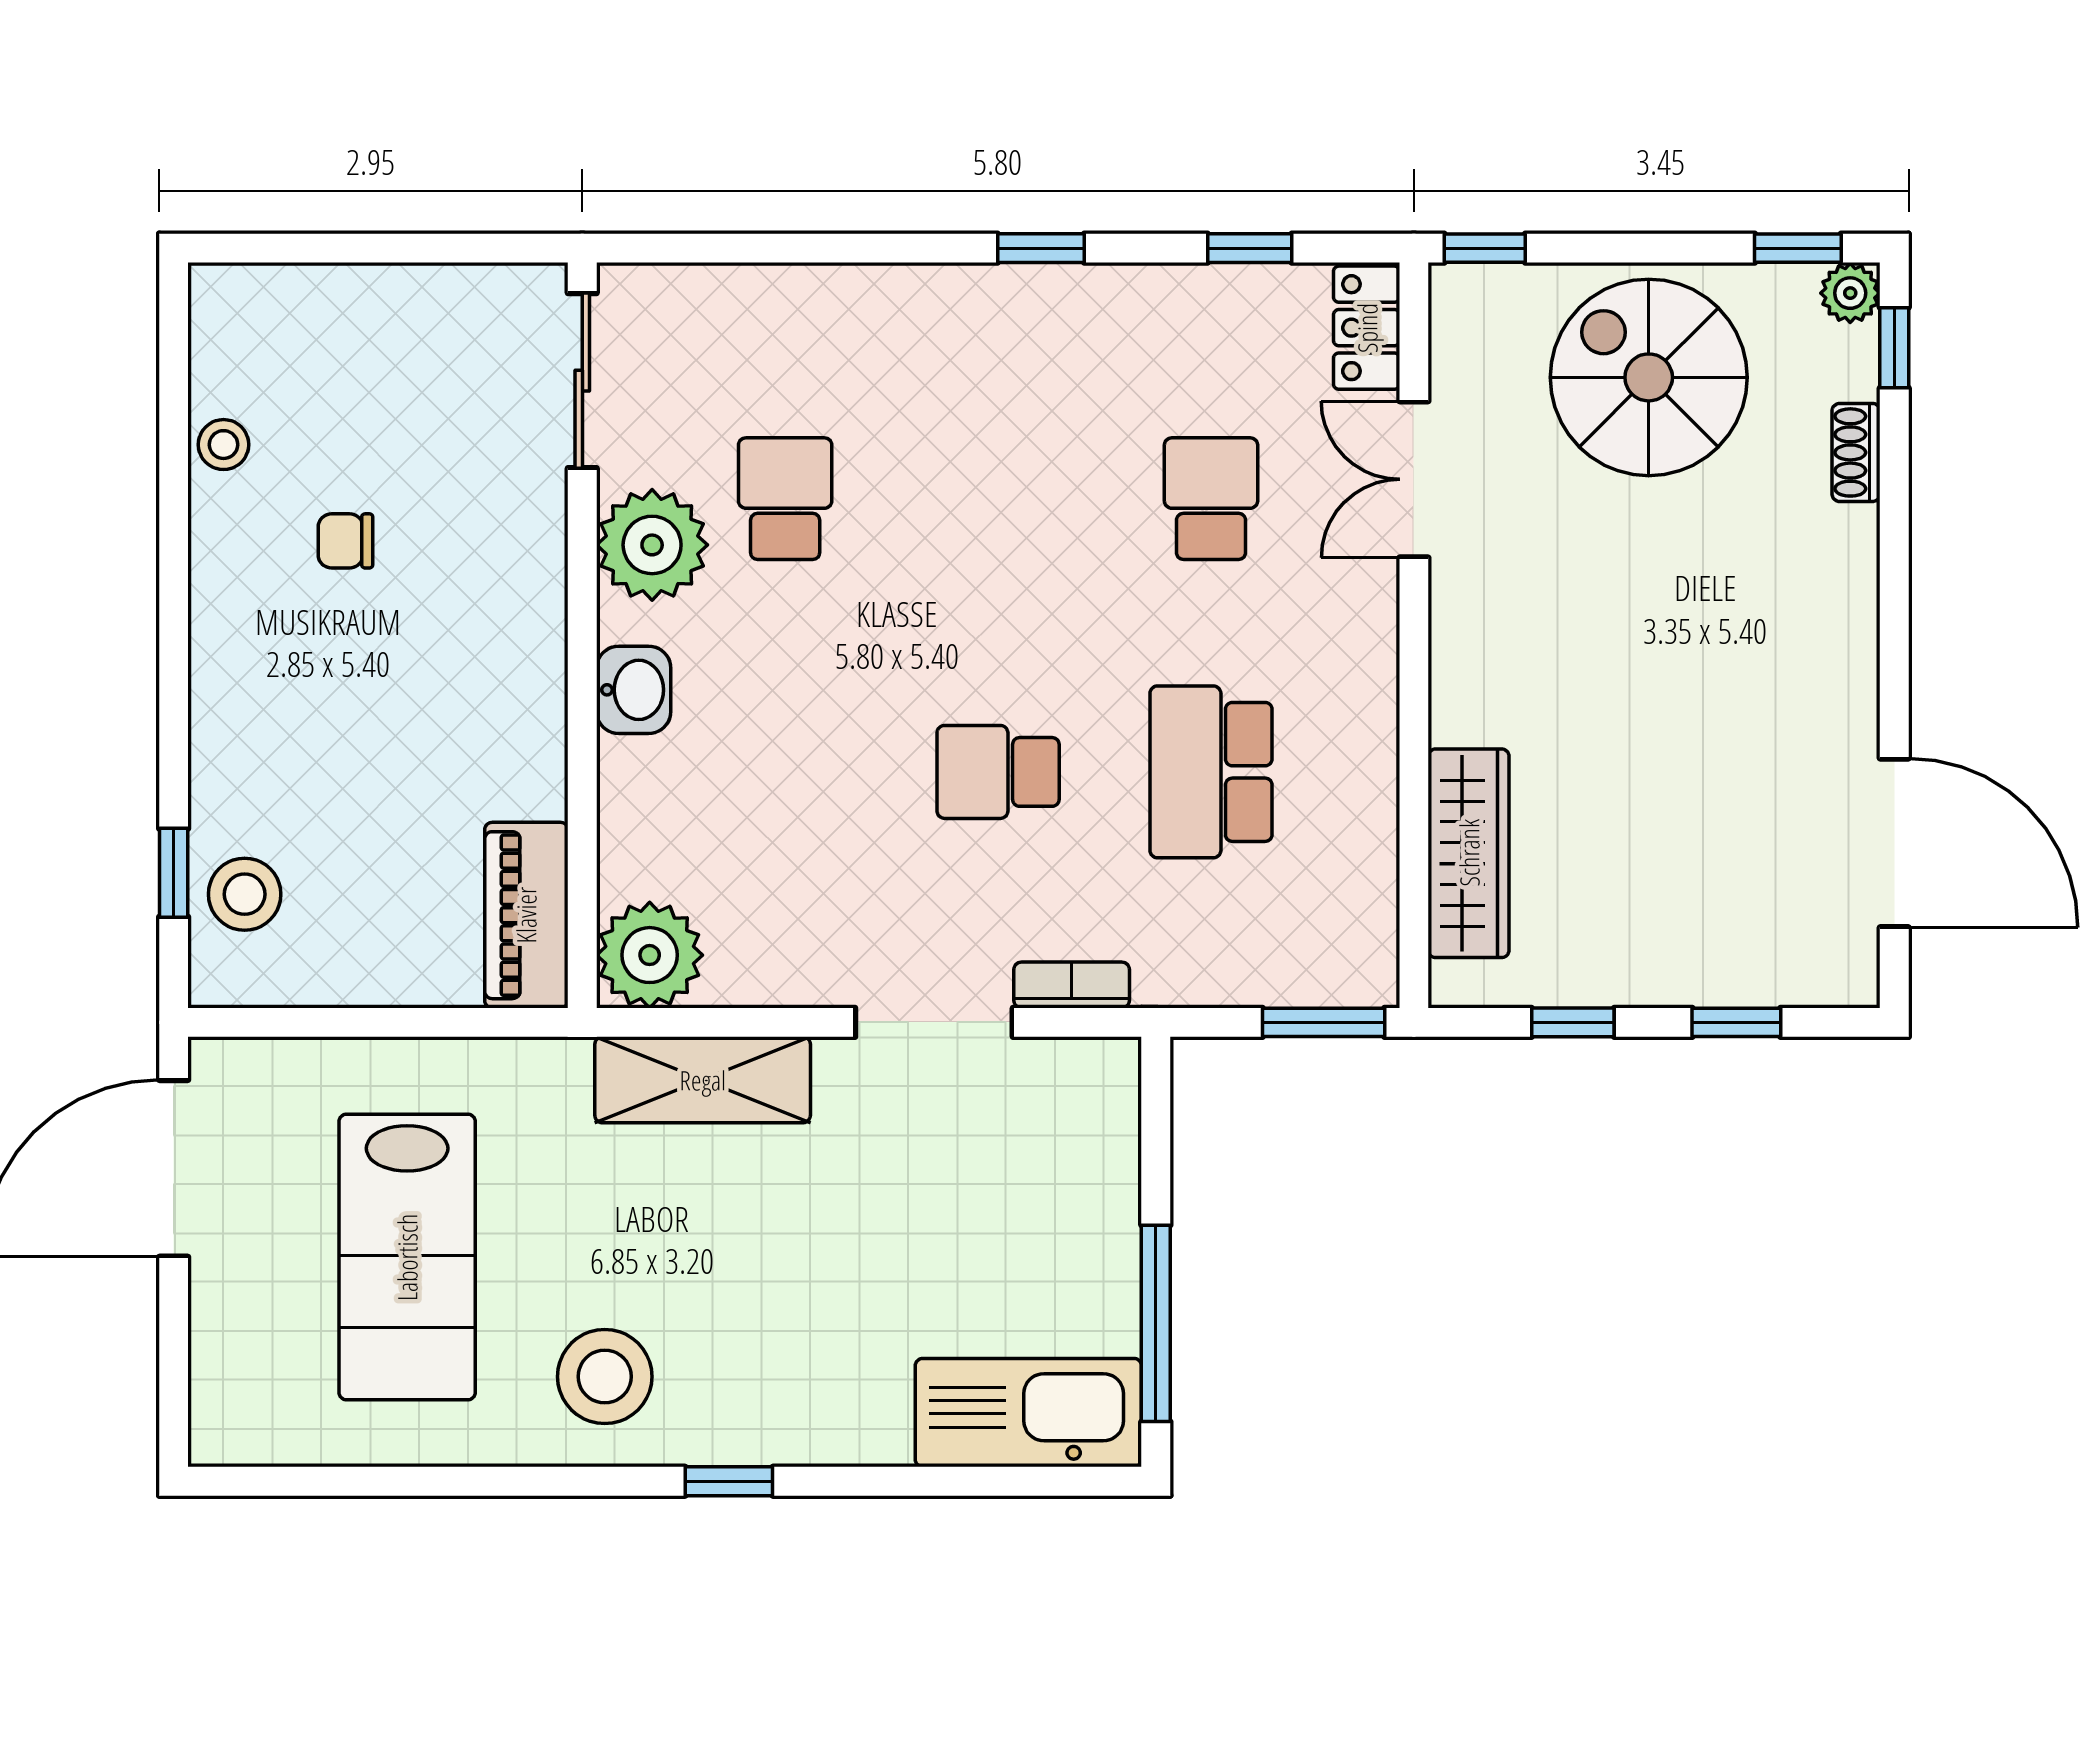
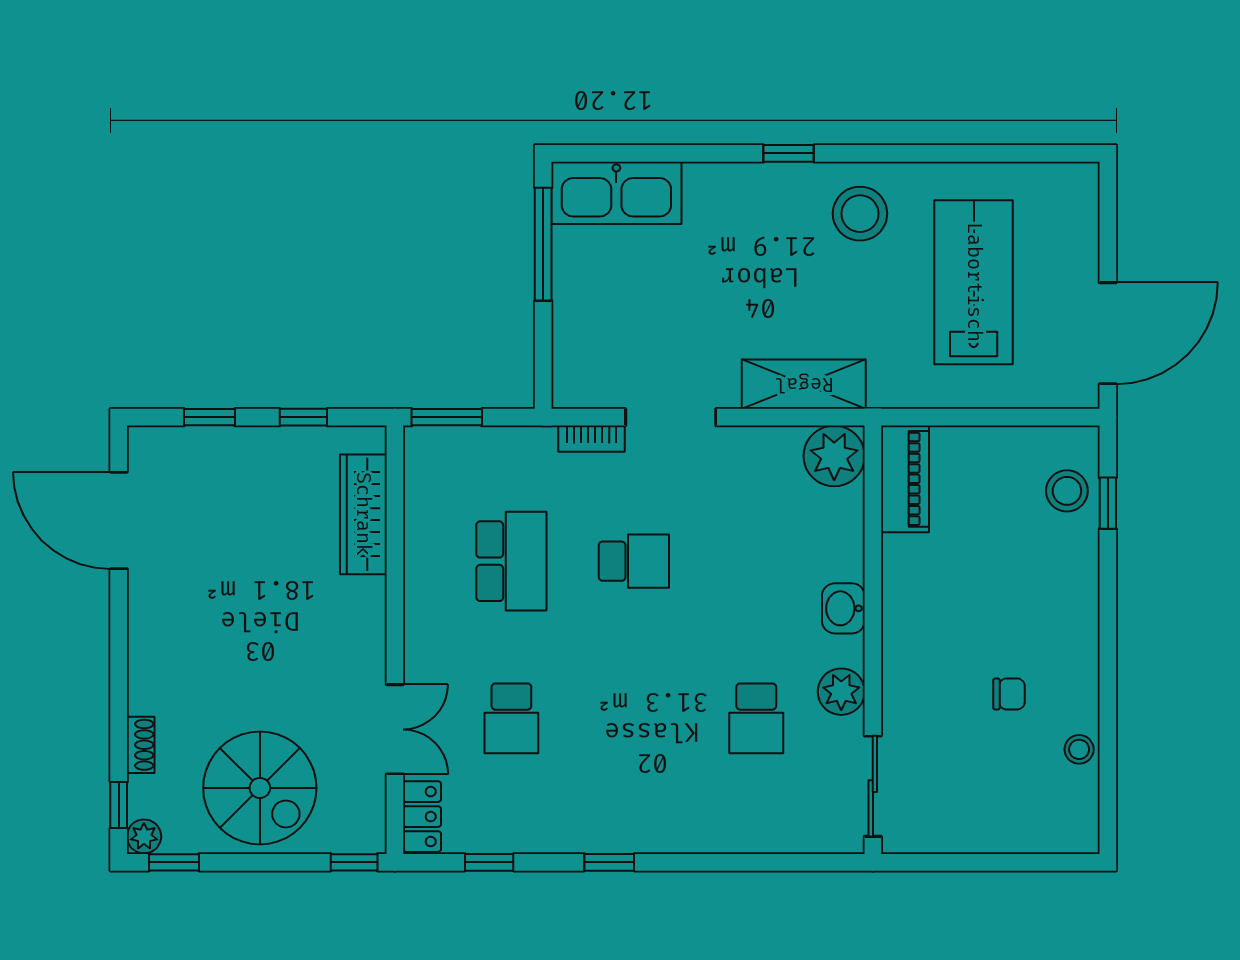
plant: (652, 545) -> (841, 692), width x0.73, depth x0.73

